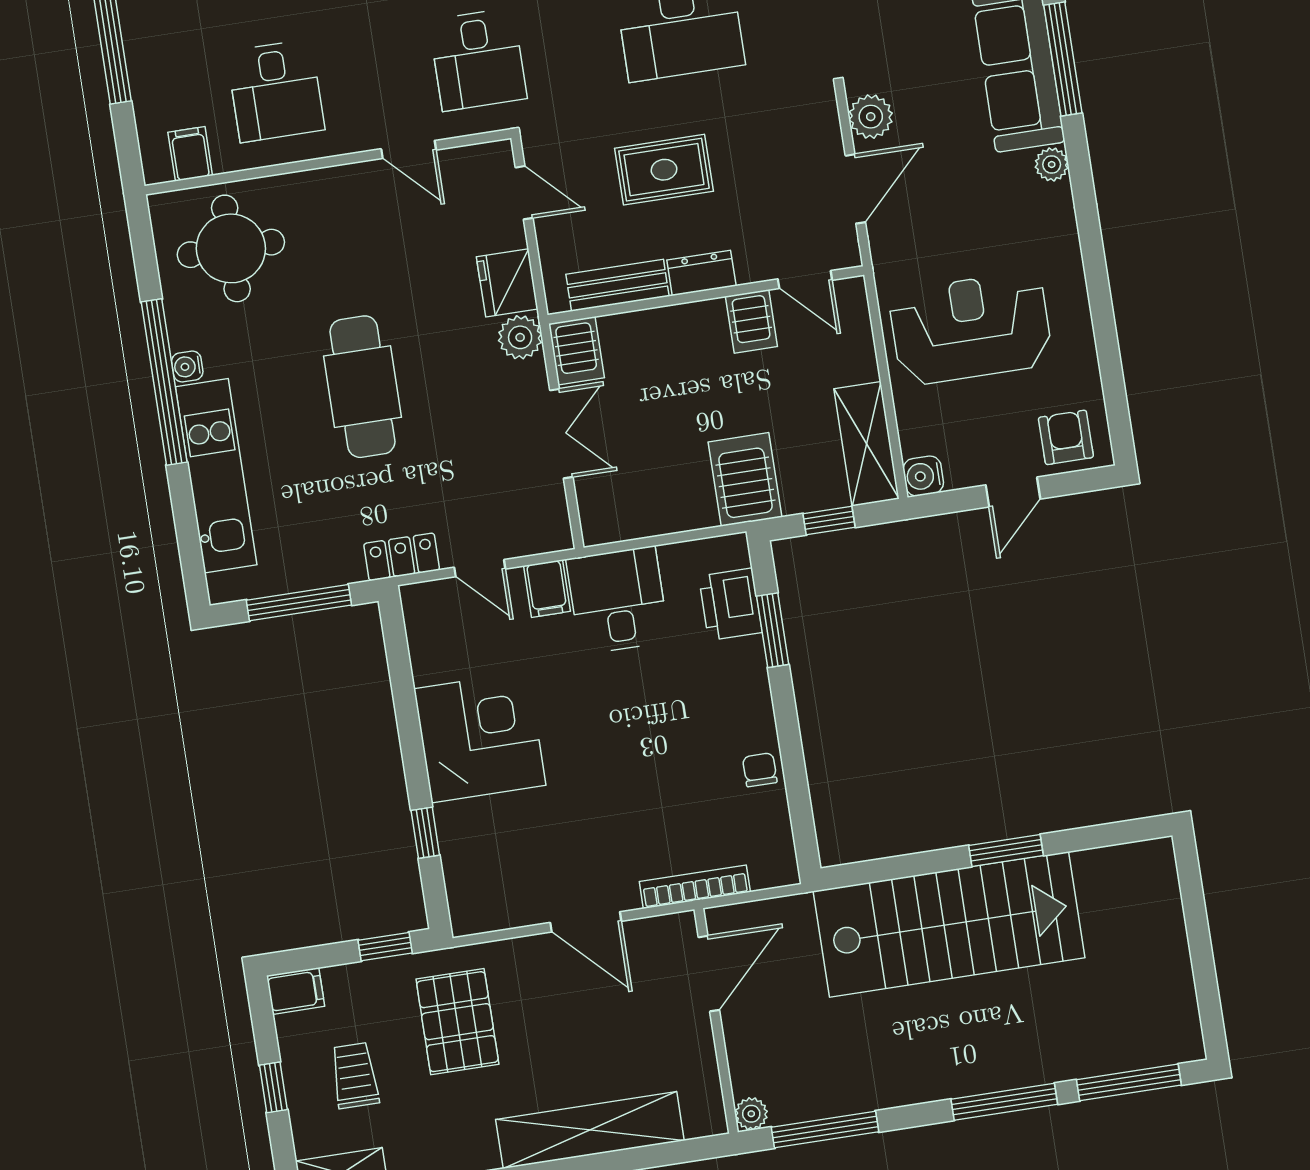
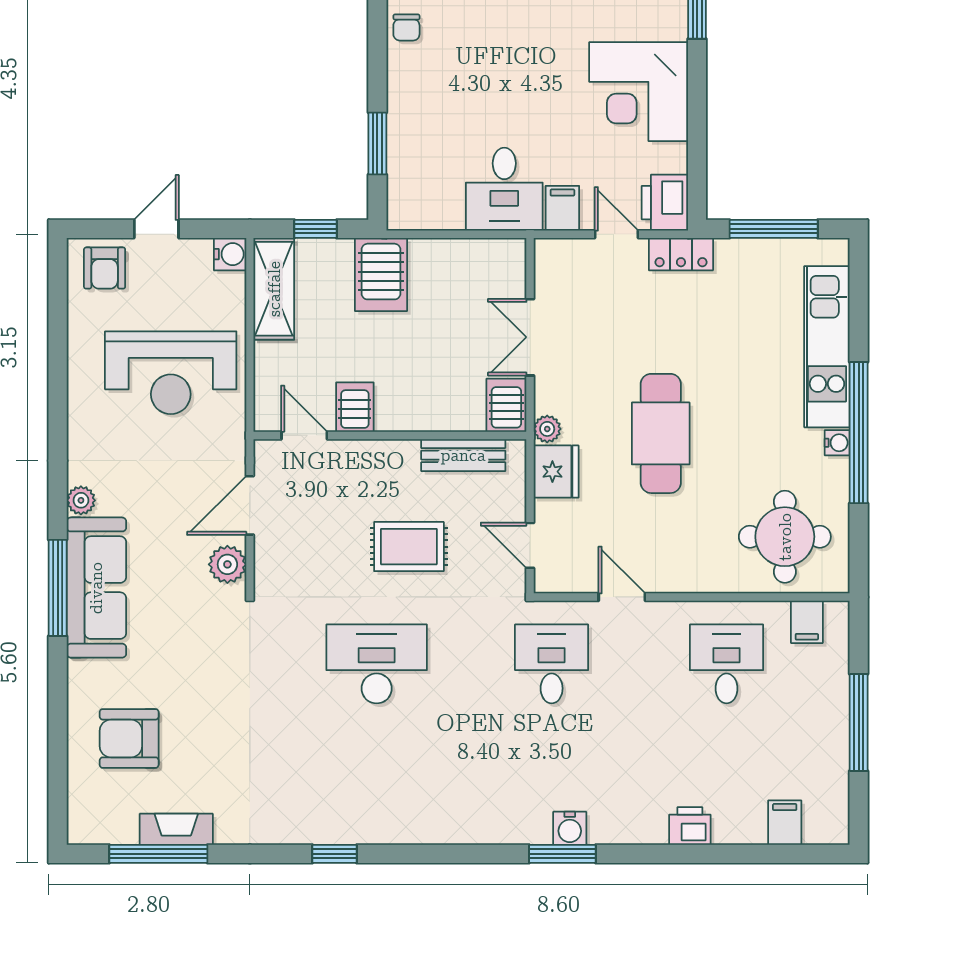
dresser: (701, 273) -> (391, 454), removed
plant: (520, 337) -> (547, 429), width x0.73, depth x0.73
cafe table: (363, 387) -> (661, 433), moved
printer: (731, 604) -> (665, 203), moved, turned 180

